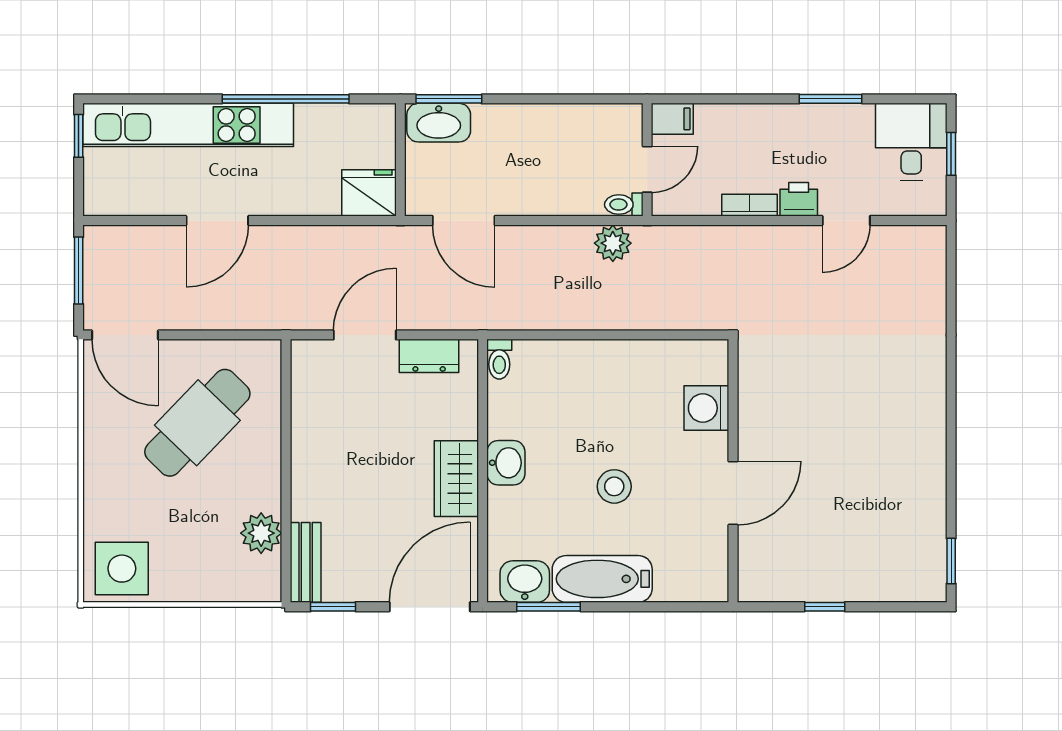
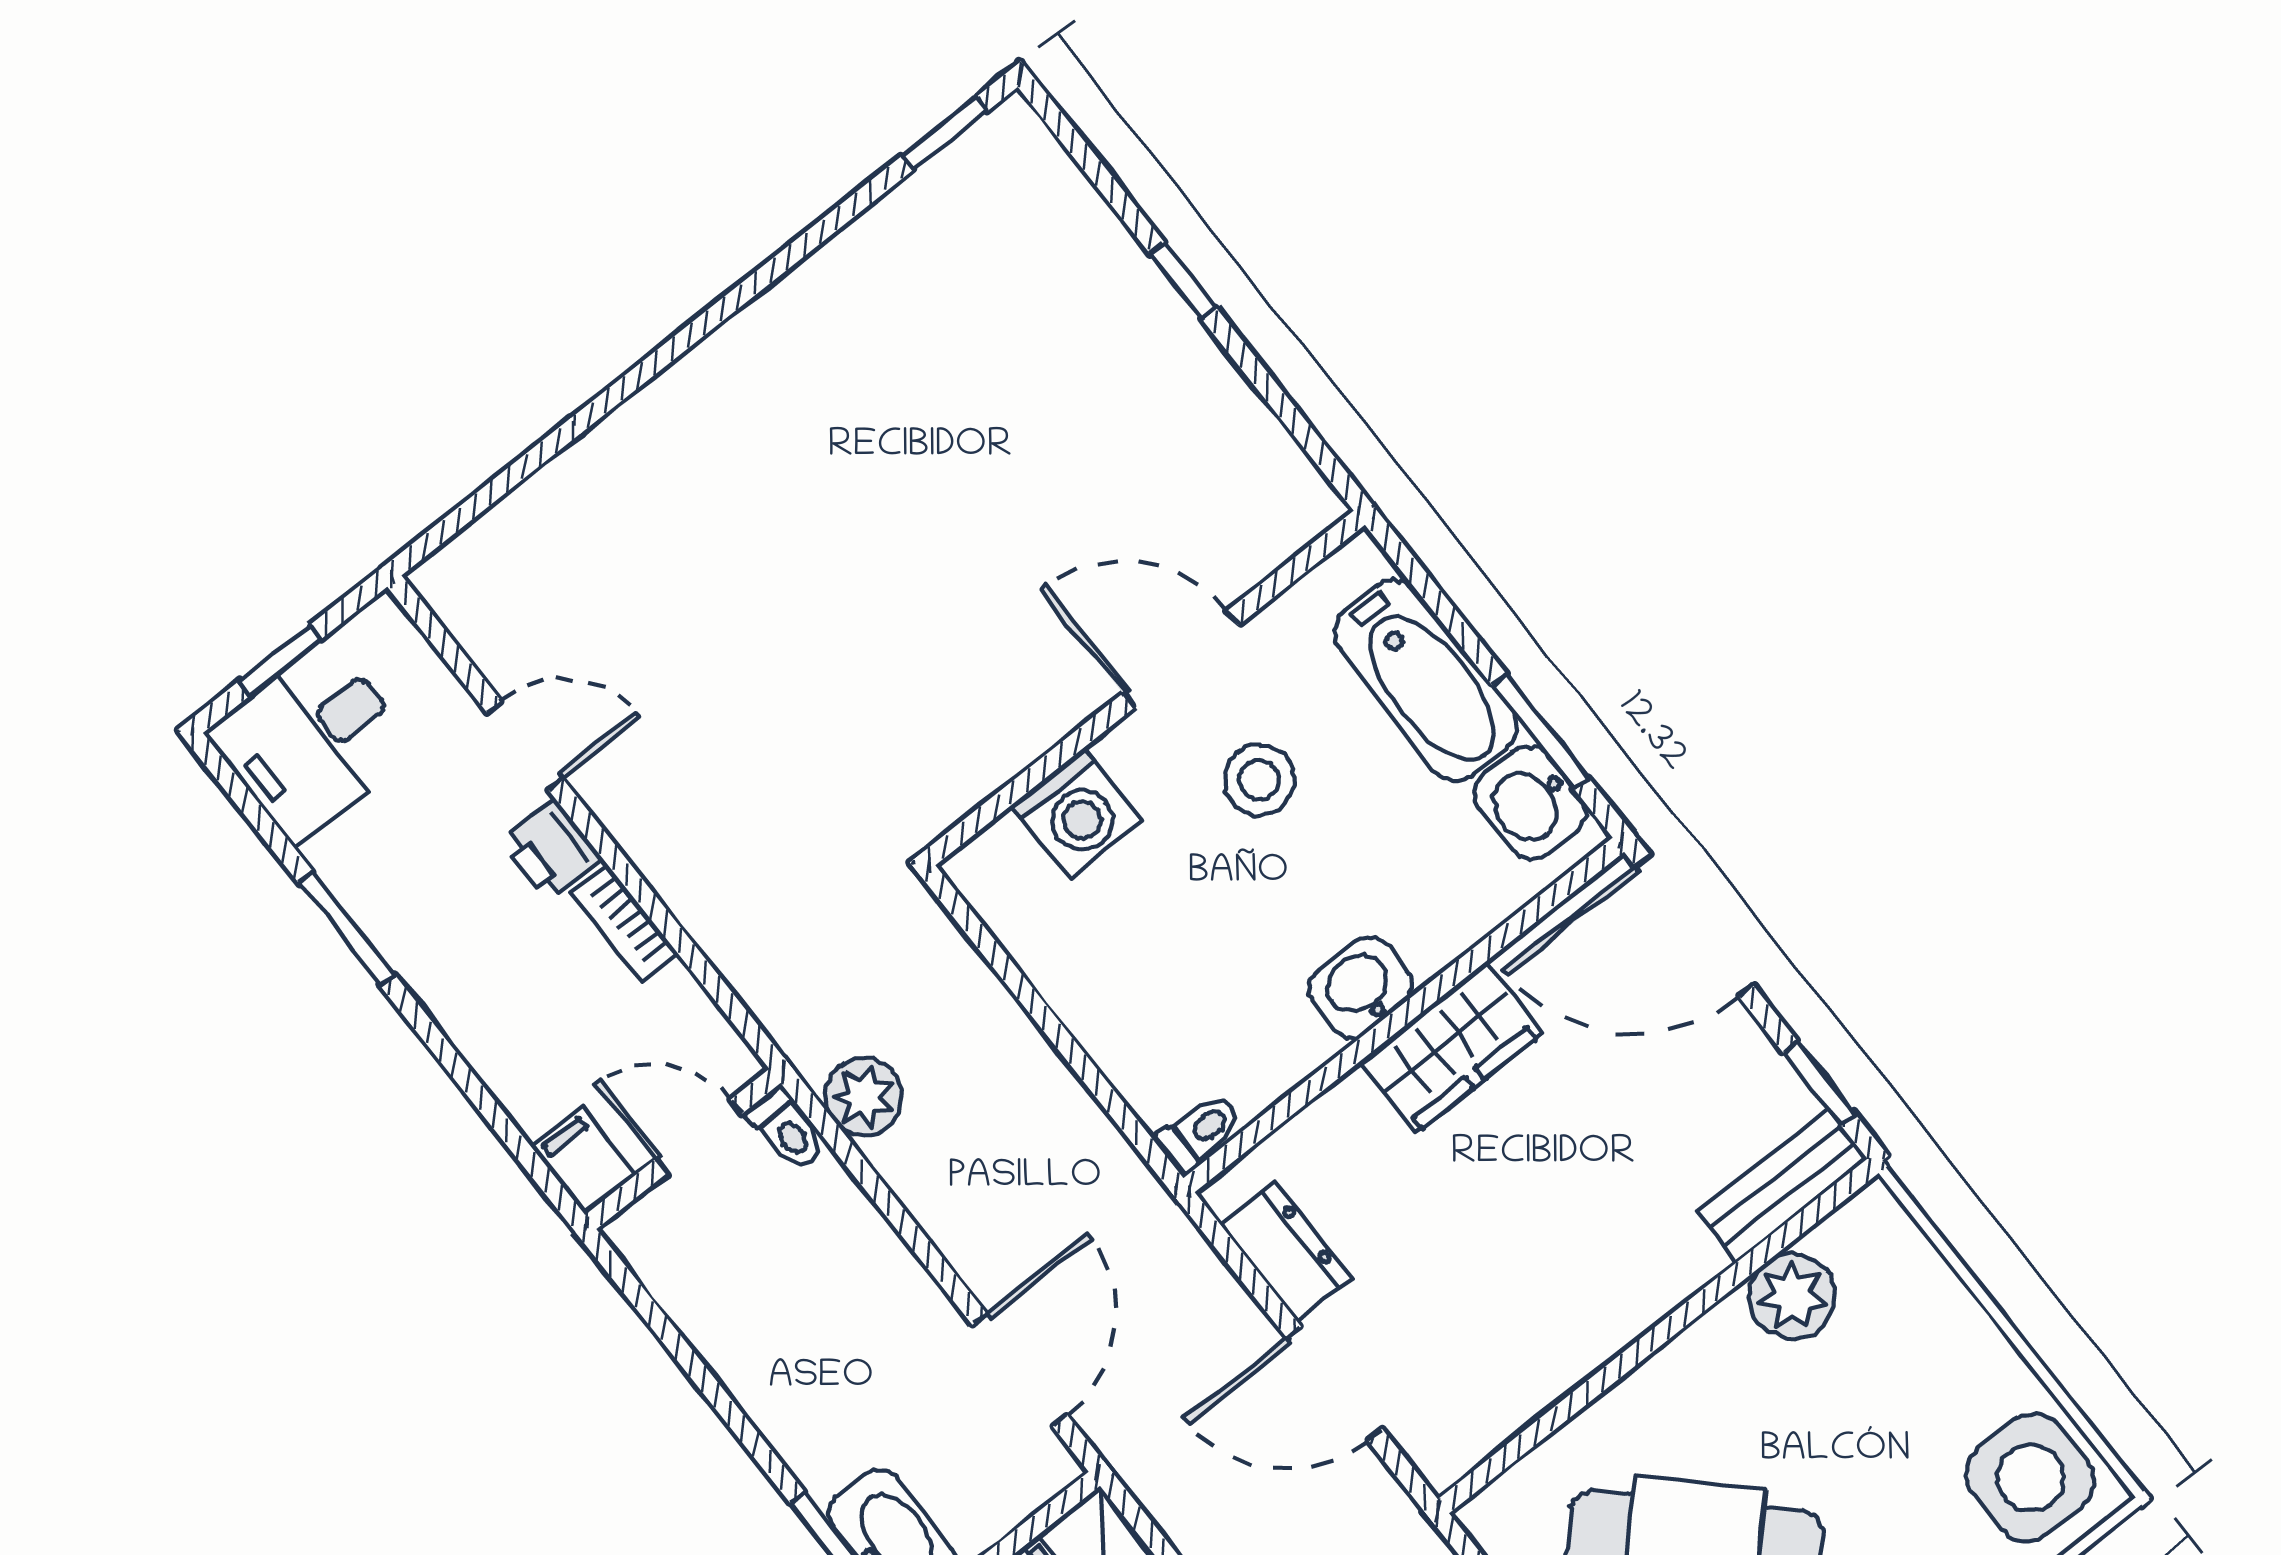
washing machine: (706, 408) -> (1076, 813), moved
wall: (733, 471) -> (1145, 688), moved
door: (733, 493) -> (1181, 659), moved

